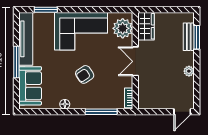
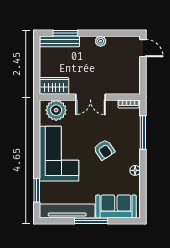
bench: (189, 37) -> (60, 41), width x1.36

